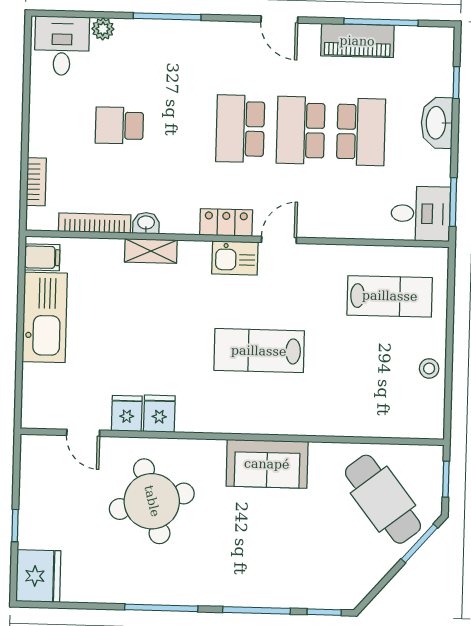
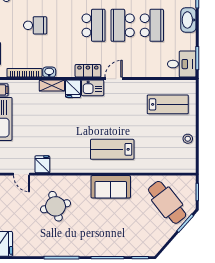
school desk: (119, 126) -> (35, 25), turned 180
school desk: (240, 129) -> (93, 25), turned 180
lab bench: (259, 351) -> (112, 149), moved
fridge: (159, 414) -> (73, 89), moved, turned 180
round table: (152, 501) -> (56, 206), width x0.73, depth x0.73

